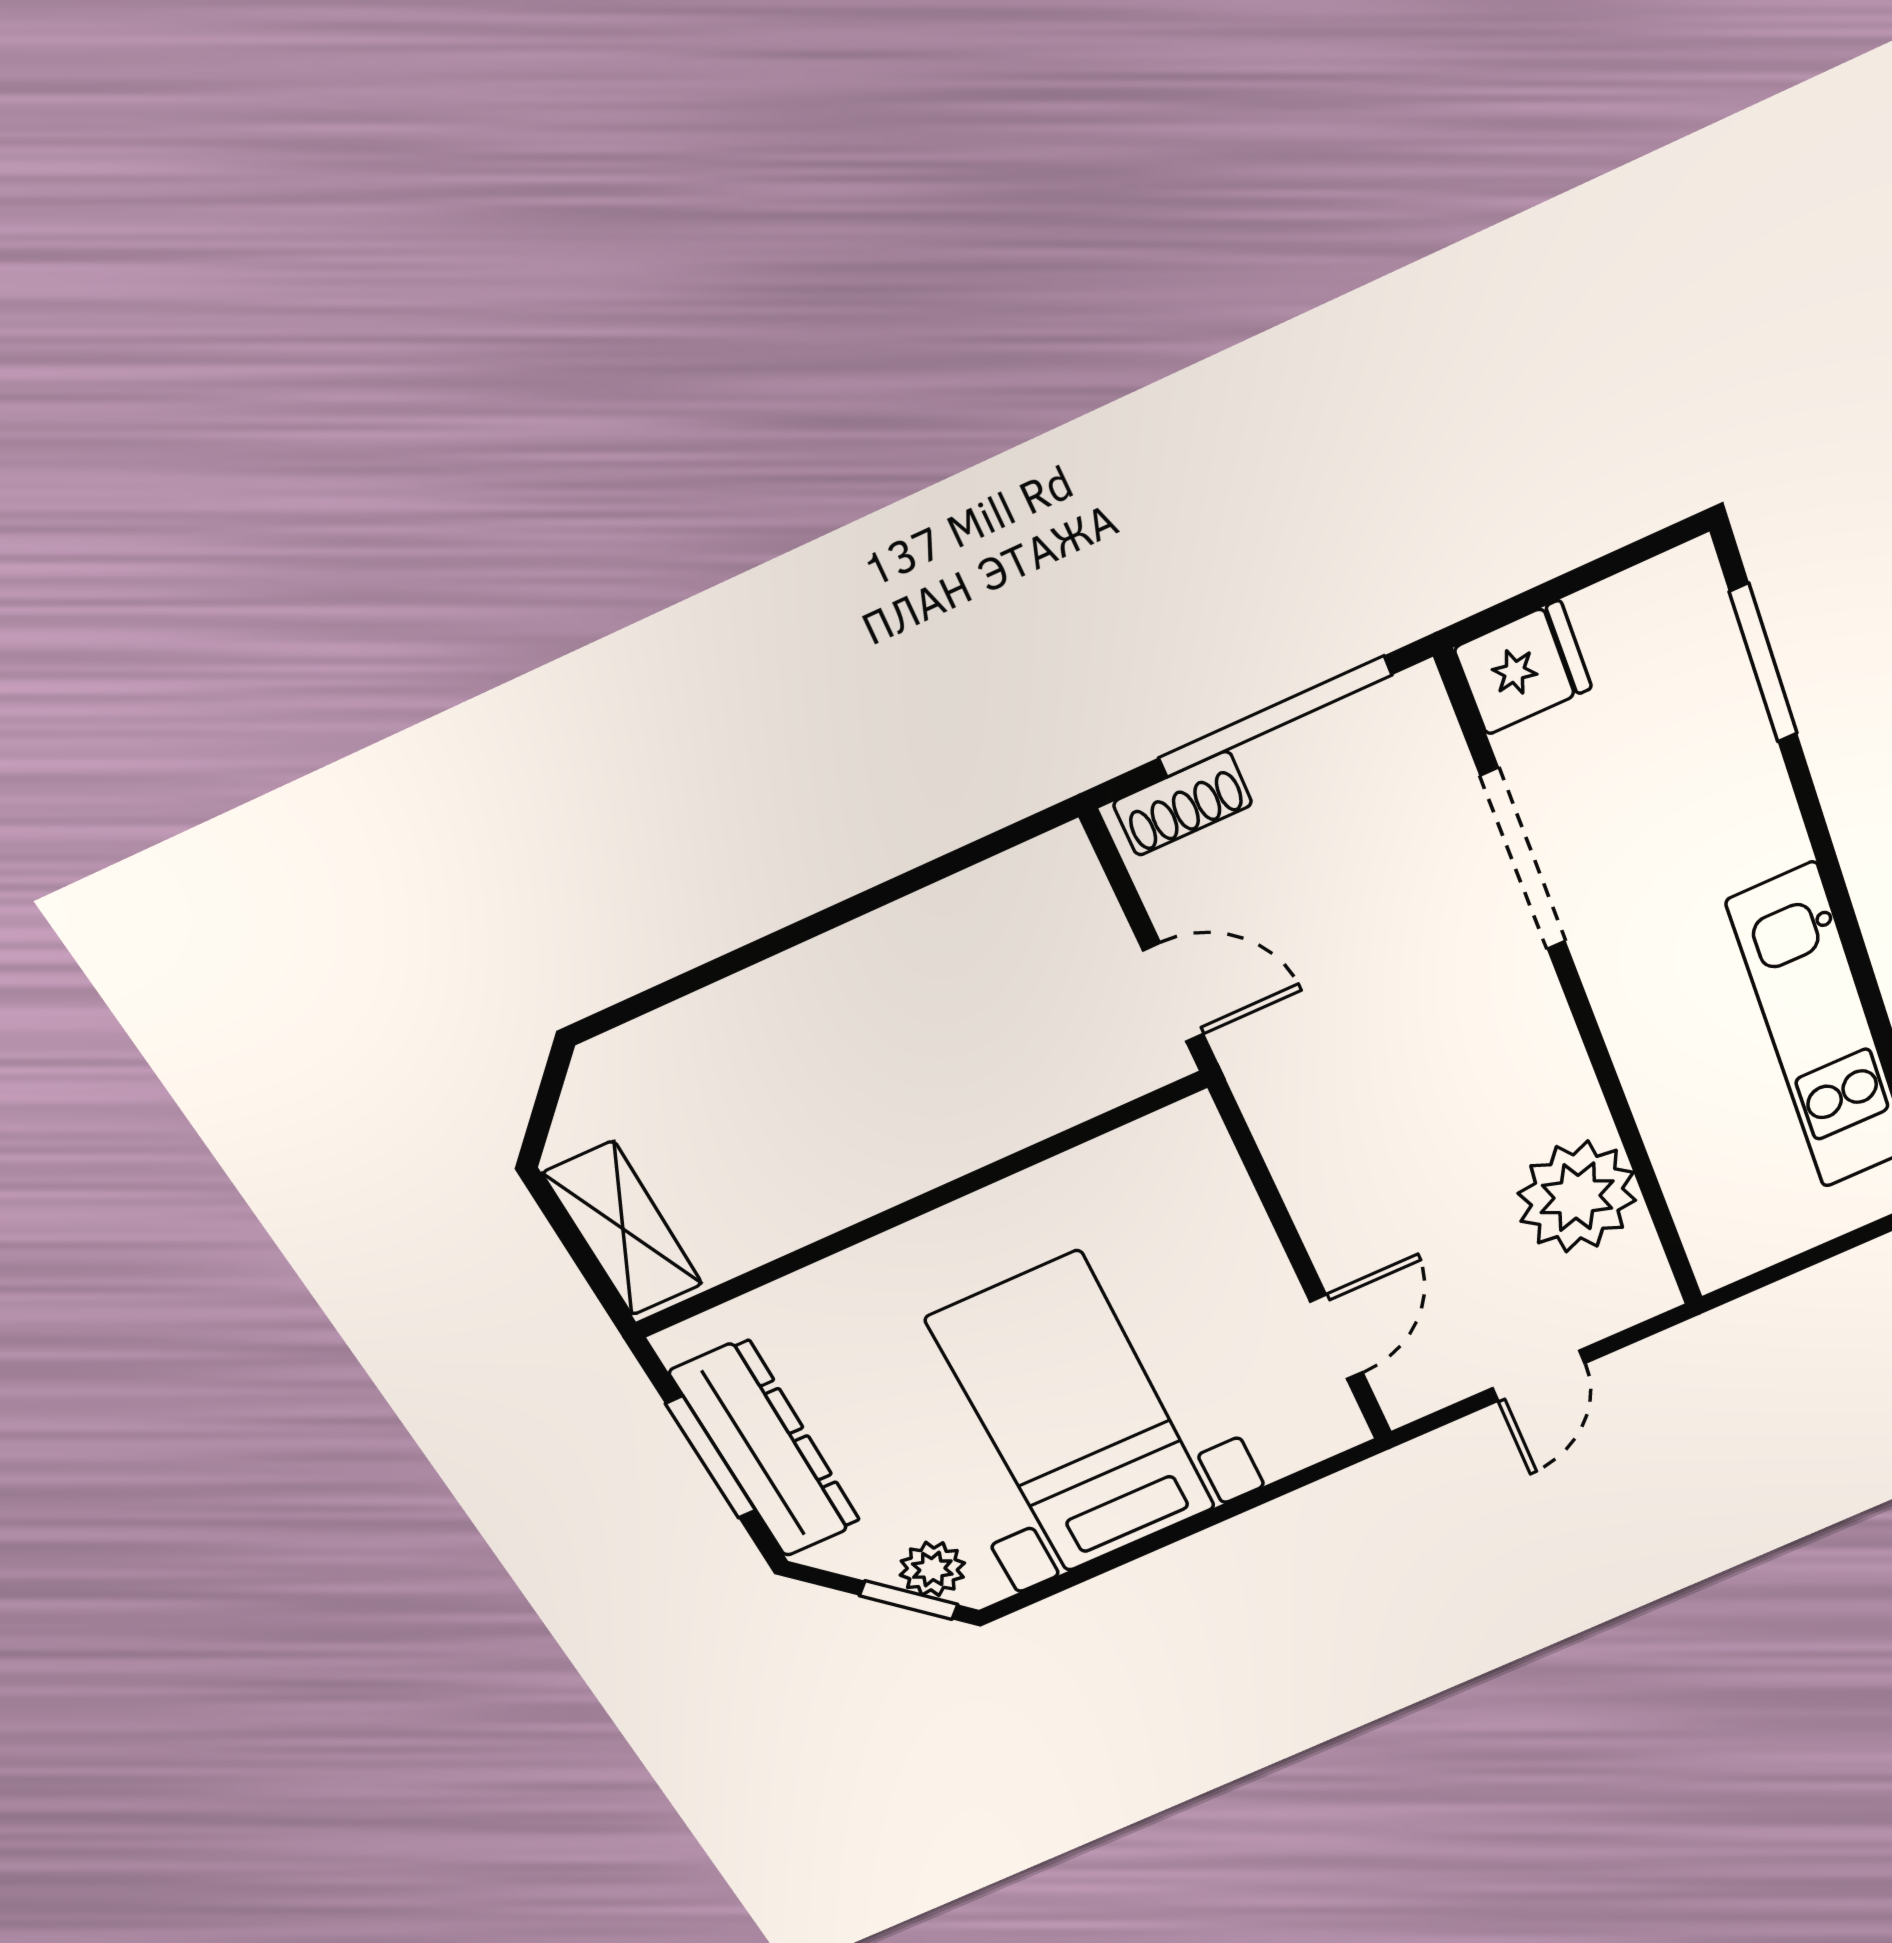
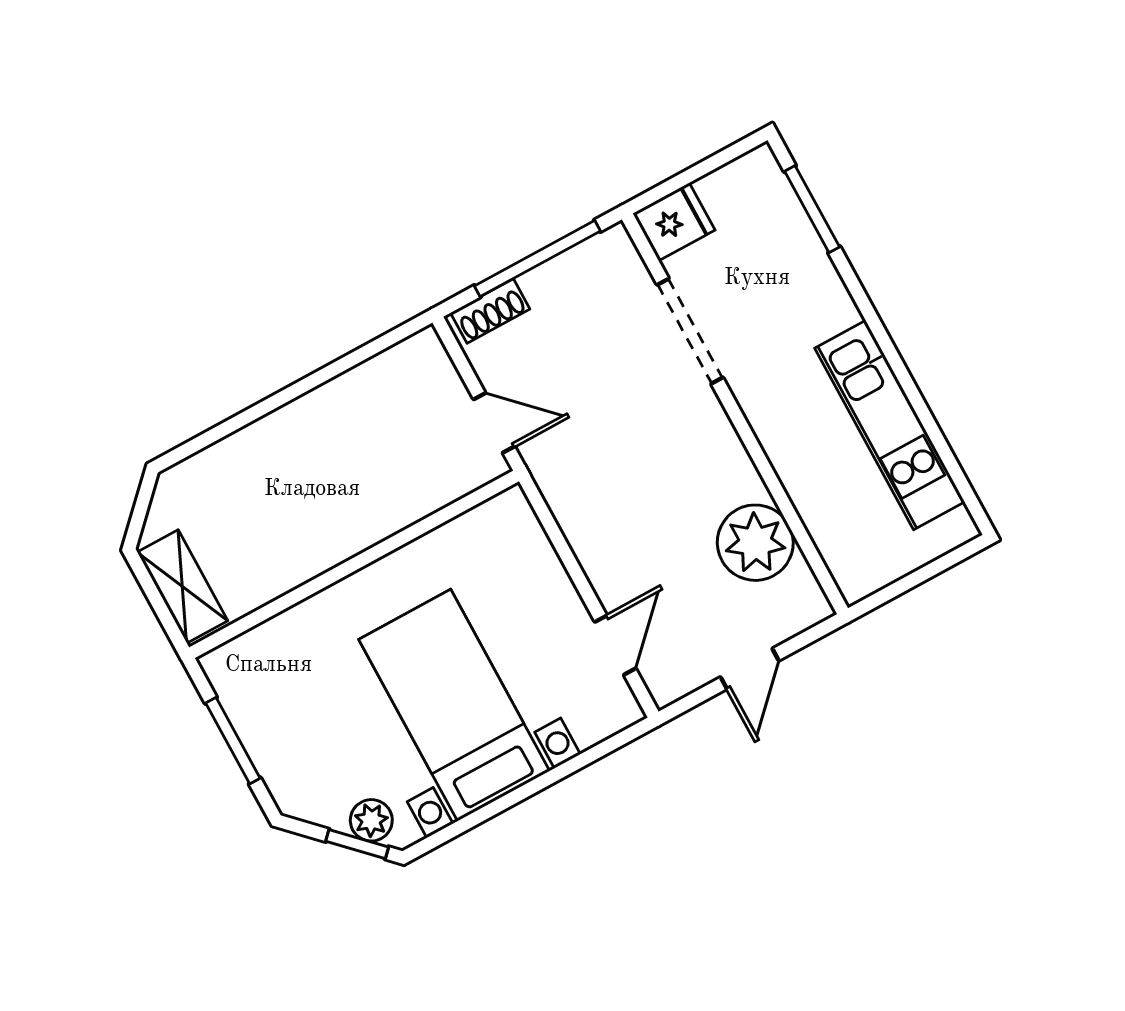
dresser: (766, 1449) -> (266, 734), removed

